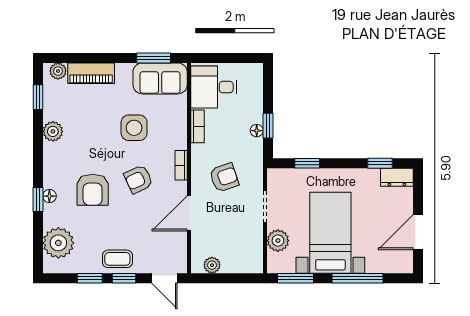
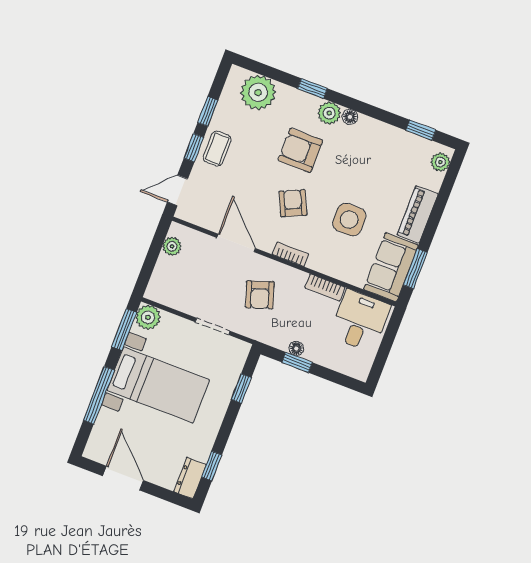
piano: (91, 73) -> (418, 214), moved
plant: (53, 131) -> (329, 113), moved
floor lamp: (49, 196) -> (350, 117), moved
plant: (278, 241) -> (148, 317), moved

